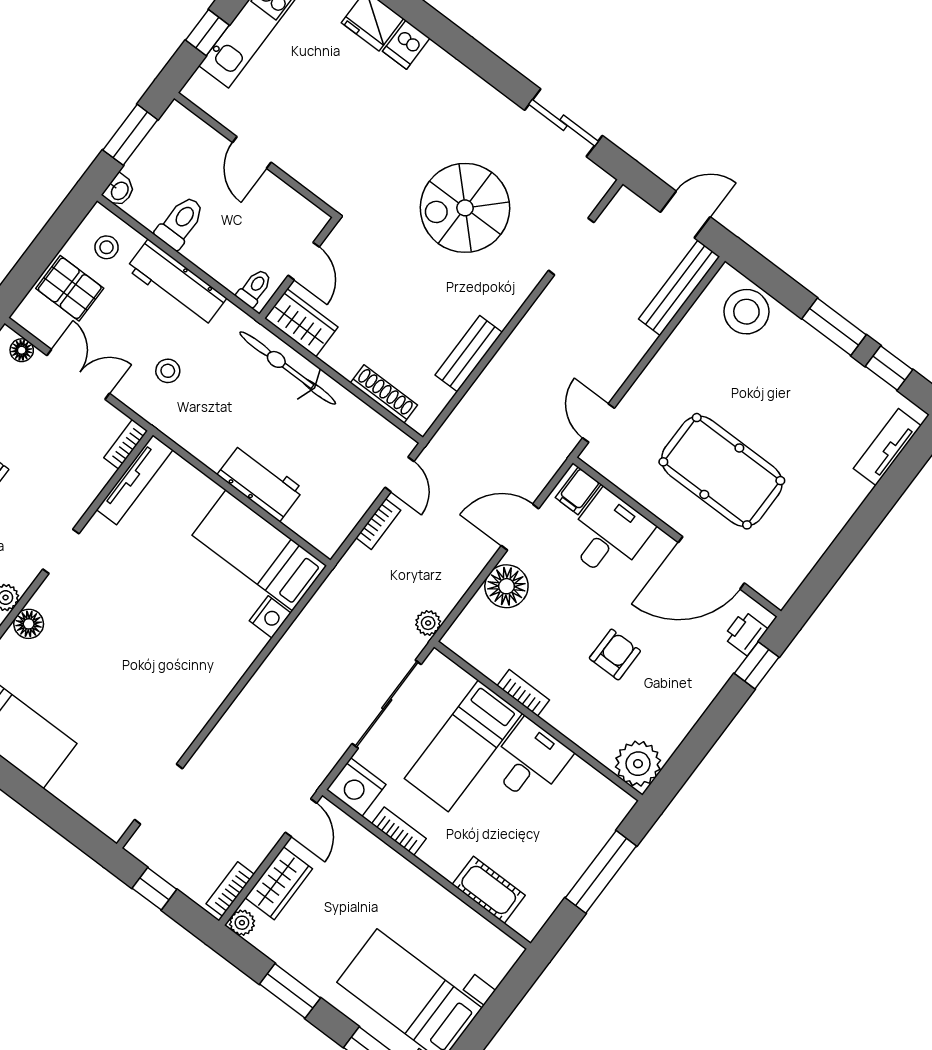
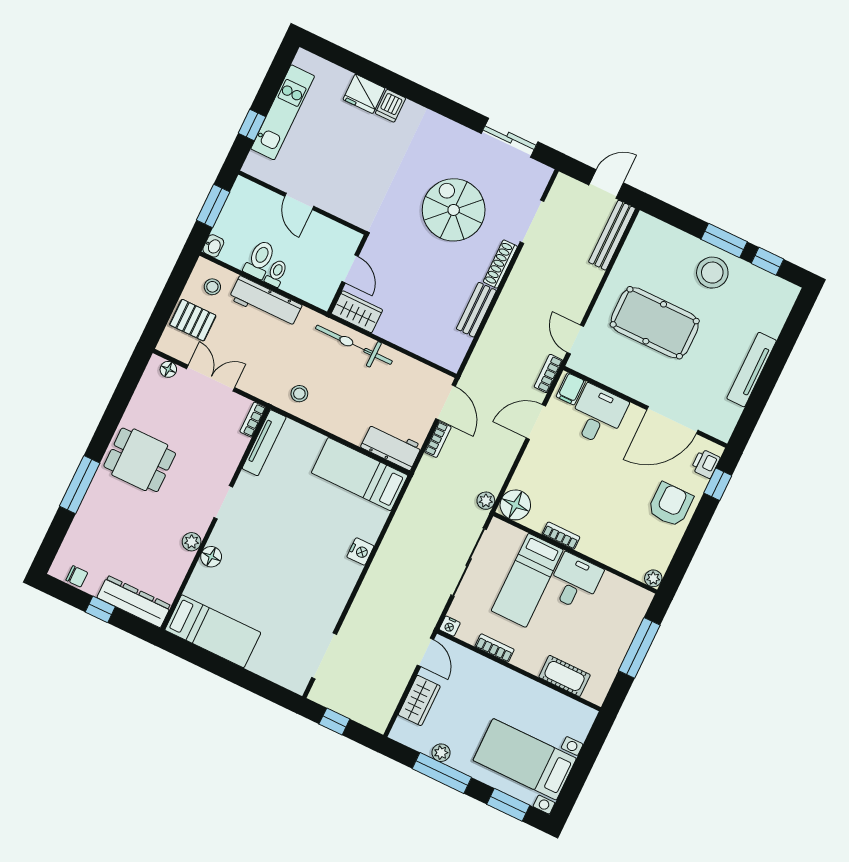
spiral stairs: (465, 208) -> (454, 210), turned 90
toilet: (255, 288) -> (276, 273), moved
stool: (746, 312) -> (712, 273), moved
stool: (168, 371) -> (299, 394), moved
shoe rack: (384, 394) -> (500, 264), moved, turned -90
tv unit: (887, 447) -> (752, 370), moved, width x1.41
pool table: (722, 471) -> (655, 323), moved
door: (399, 474) -> (445, 402), width x1.38
workbench: (260, 482) -> (391, 446), moved
floor lamp: (506, 586) -> (515, 505), moved
nightstand: (270, 617) -> (360, 551), moved
armchair: (615, 655) -> (670, 505), moved, width x1.38, depth x1.38
plant: (638, 764) -> (653, 578), width x0.53, depth x0.53
nightstand: (356, 787) -> (450, 626), width x0.53, depth x0.56
bookcase: (230, 889) -> (548, 374), moved
plant: (242, 923) -> (441, 753), moved
window: (290, 991) -> (442, 773), width x1.44

